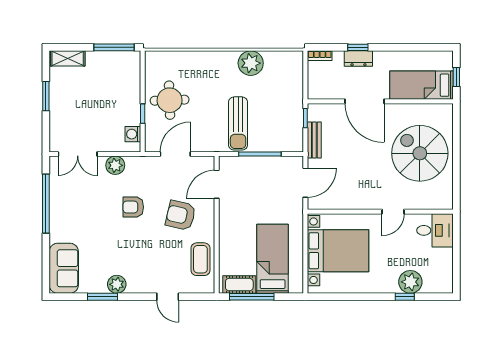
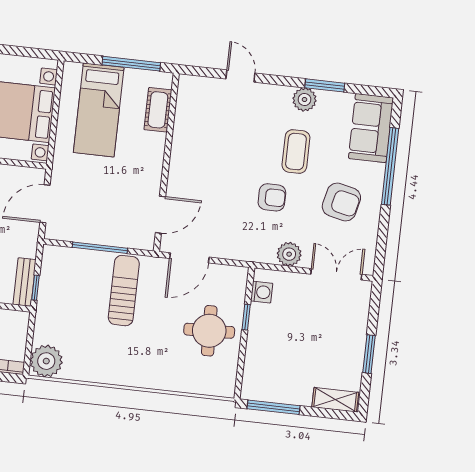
plant: (251, 63) -> (46, 361), moved
bench: (314, 140) -> (24, 282), moved
door: (175, 154) -> (189, 258), moved
window: (46, 204) -> (390, 166), moved
armchair: (181, 215) -> (341, 202), moved
coffee table: (200, 259) -> (296, 152), moved
cot: (239, 285) -> (158, 110), moved, turned 90

